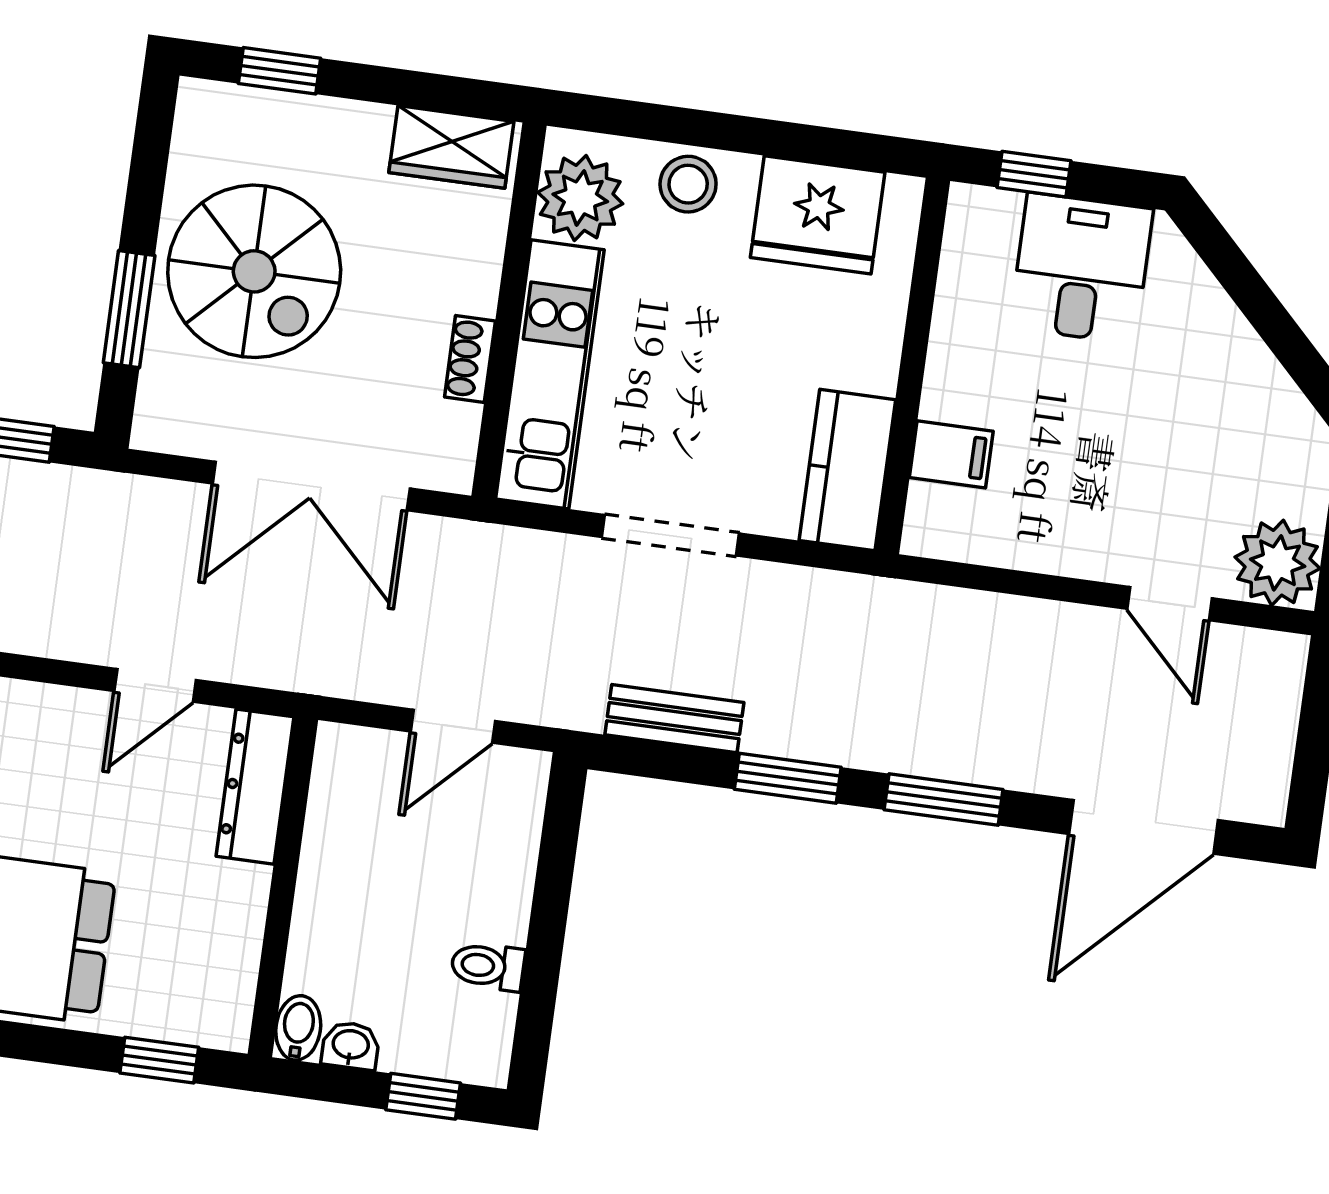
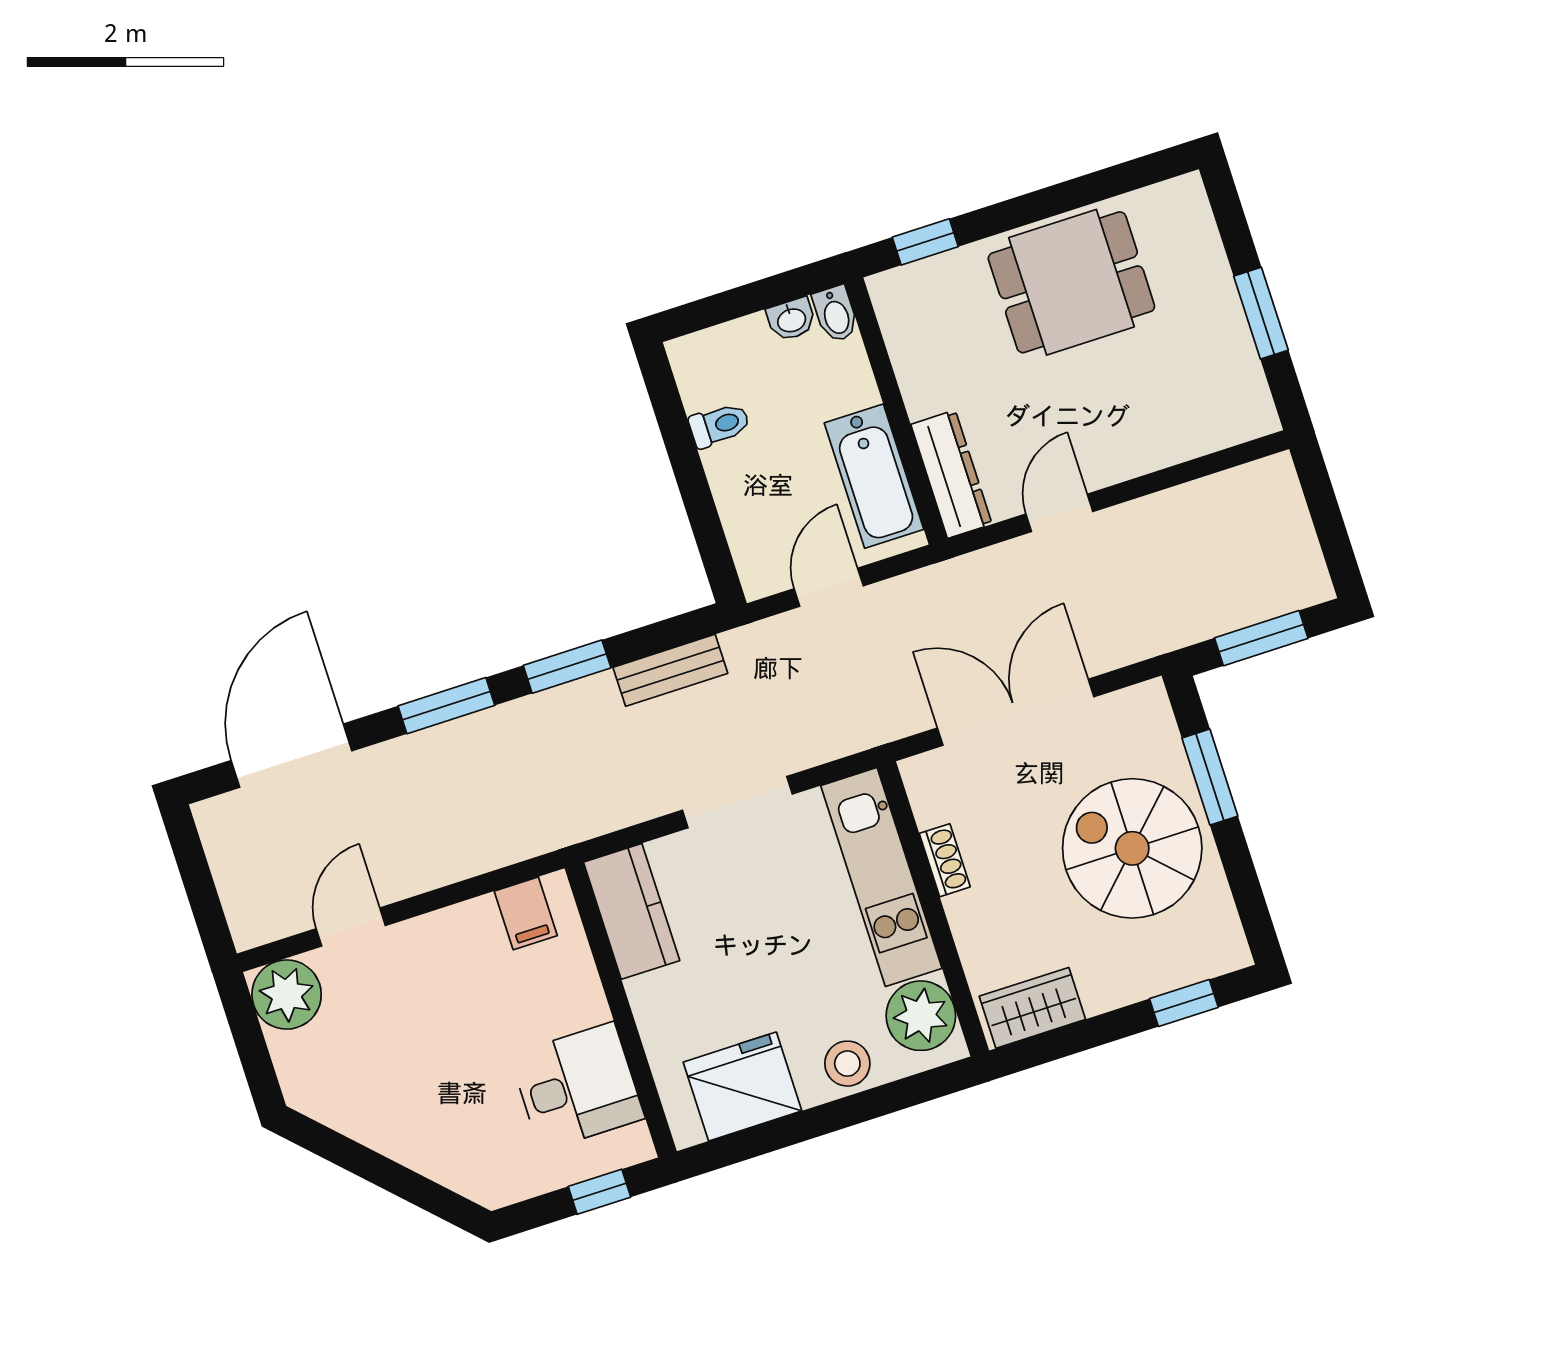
desk: (1081, 268) -> (577, 1087), moved, turned -90
filing cabinet: (951, 454) -> (526, 913), moved, turned -90
door: (1169, 604) -> (351, 927), hinge flipped
bathtub: (342, 826) -> (874, 476), added
window: (423, 1096) -> (721, 308), removed

